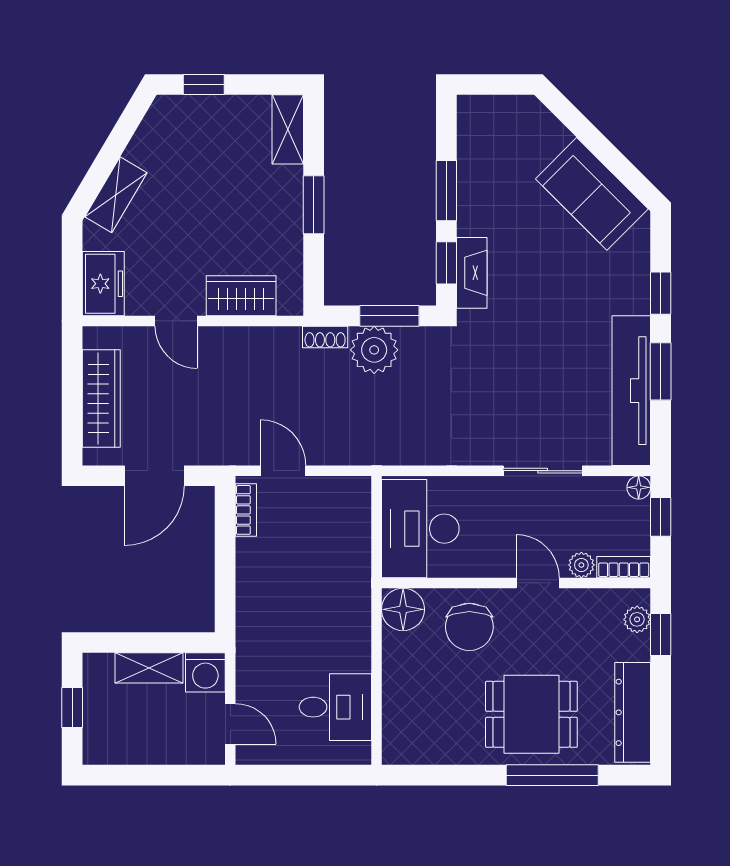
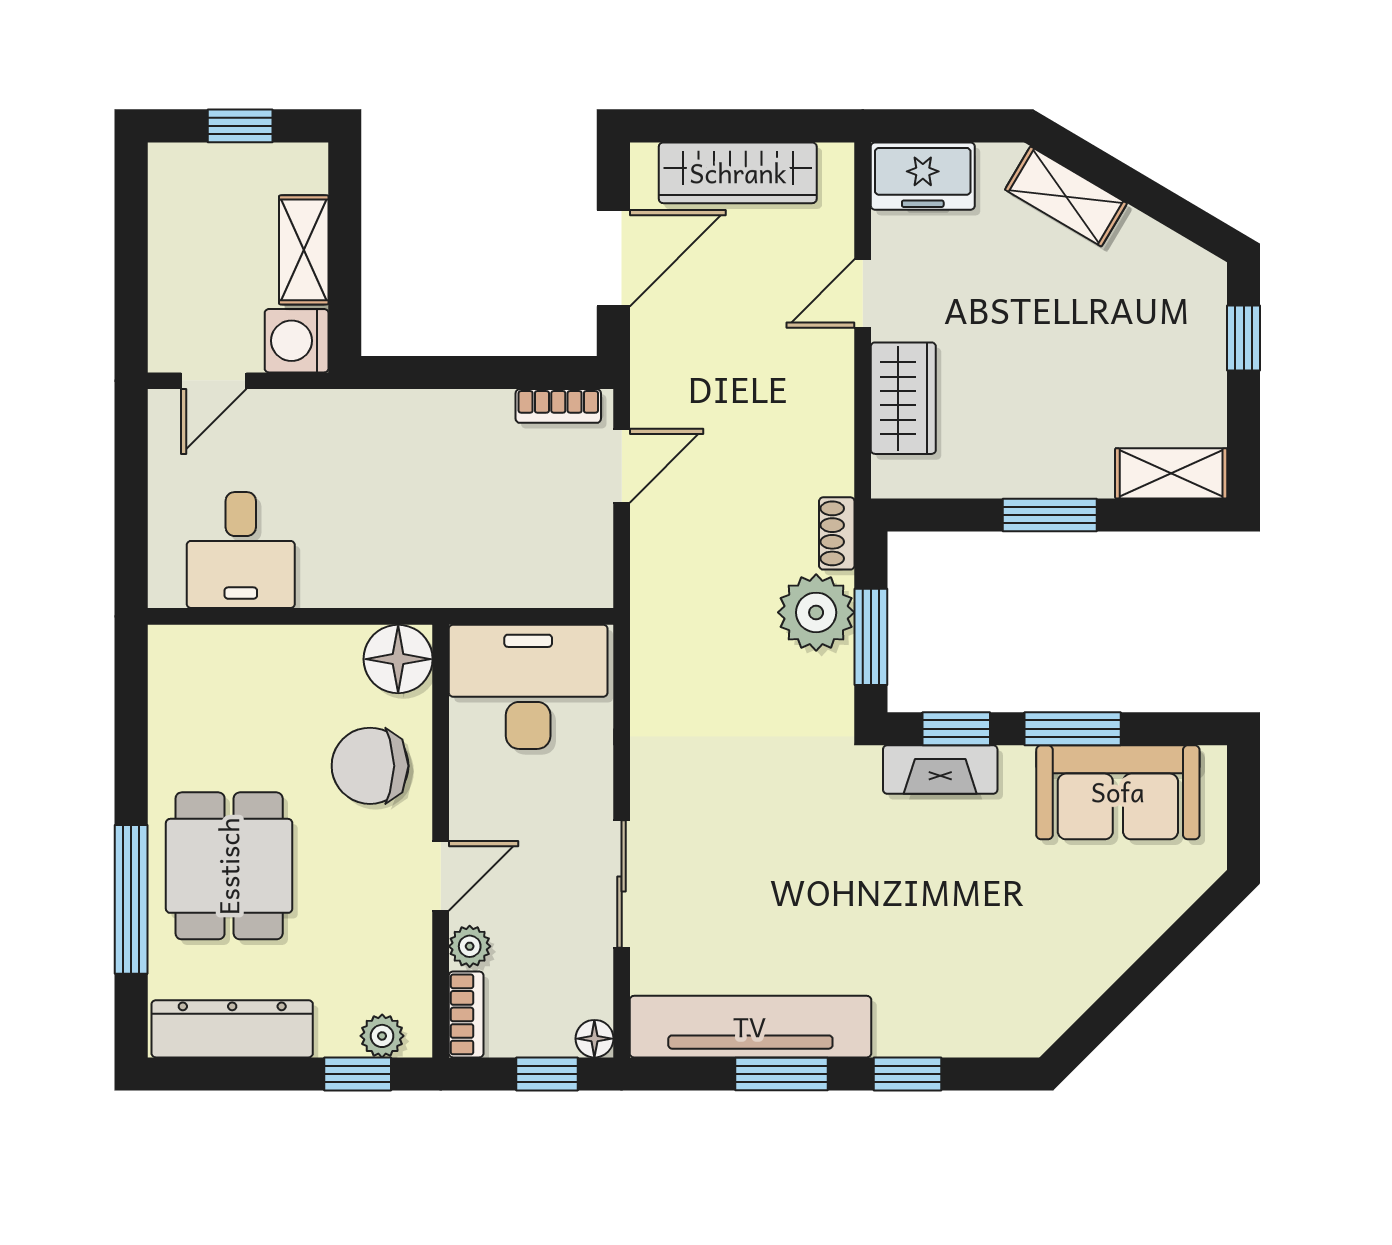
sofa: (592, 194) -> (1118, 792), moved, turned -135
door: (154, 476) -> (613, 258), swing flipped

